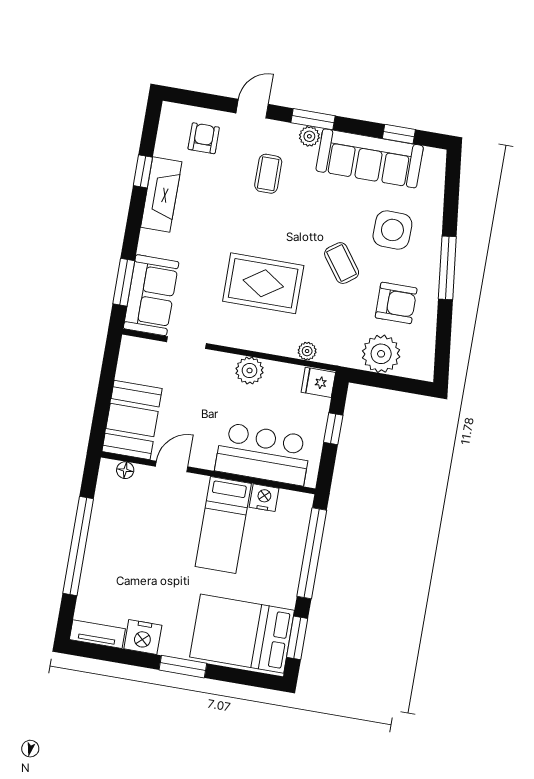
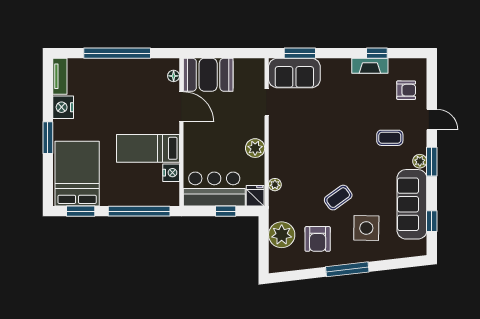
fireplace: (161, 195) -> (370, 66), width x0.73, depth x0.76
rug: (263, 283) -> (315, 147), removed
bar counter: (263, 454) -> (214, 189), moved, turned -90
door: (172, 467) -> (181, 107), width x1.38

